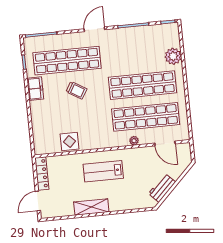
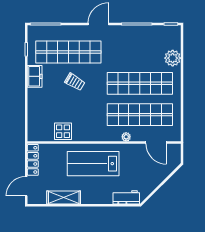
lab bench: (103, 171) -> (93, 164), width x1.36, depth x1.39
workbench: (162, 188) -> (126, 197), moved, turned 45
shelving: (91, 207) -> (64, 197), moved

